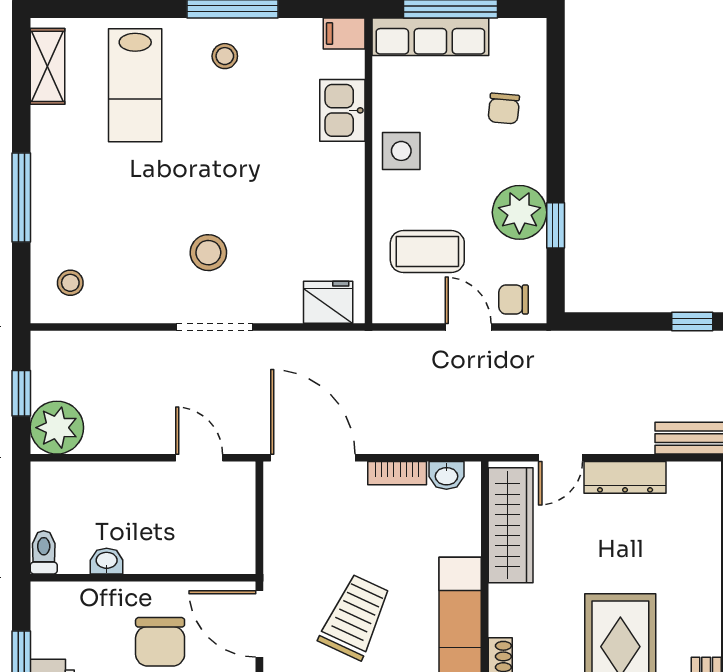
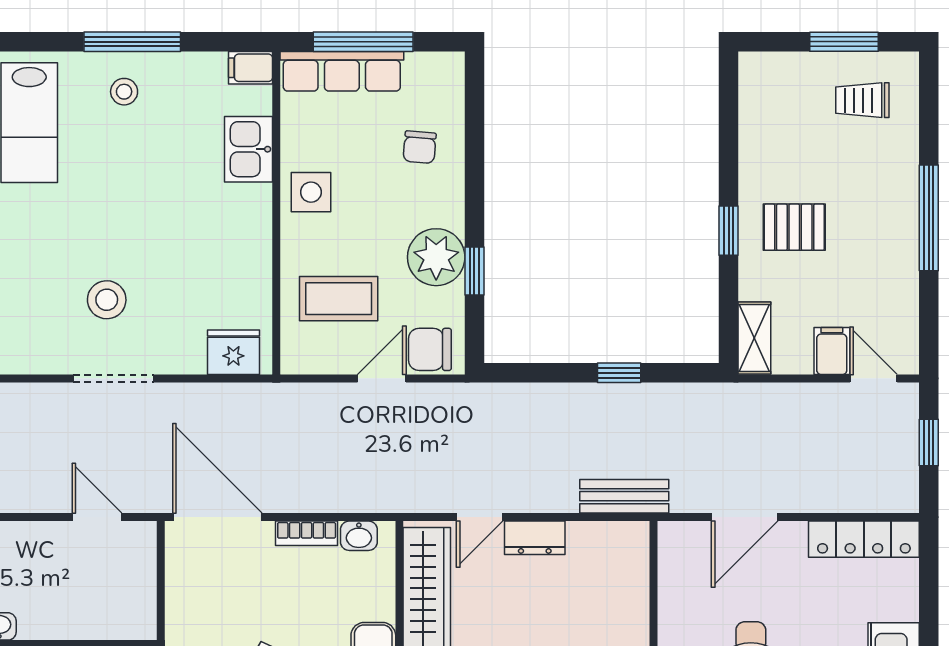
chair: (514, 299) -> (430, 349), width x1.37, depth x1.37
door: (468, 327) -> (382, 378), hinge flipped
dresser: (625, 477) -> (535, 538), width x0.70

